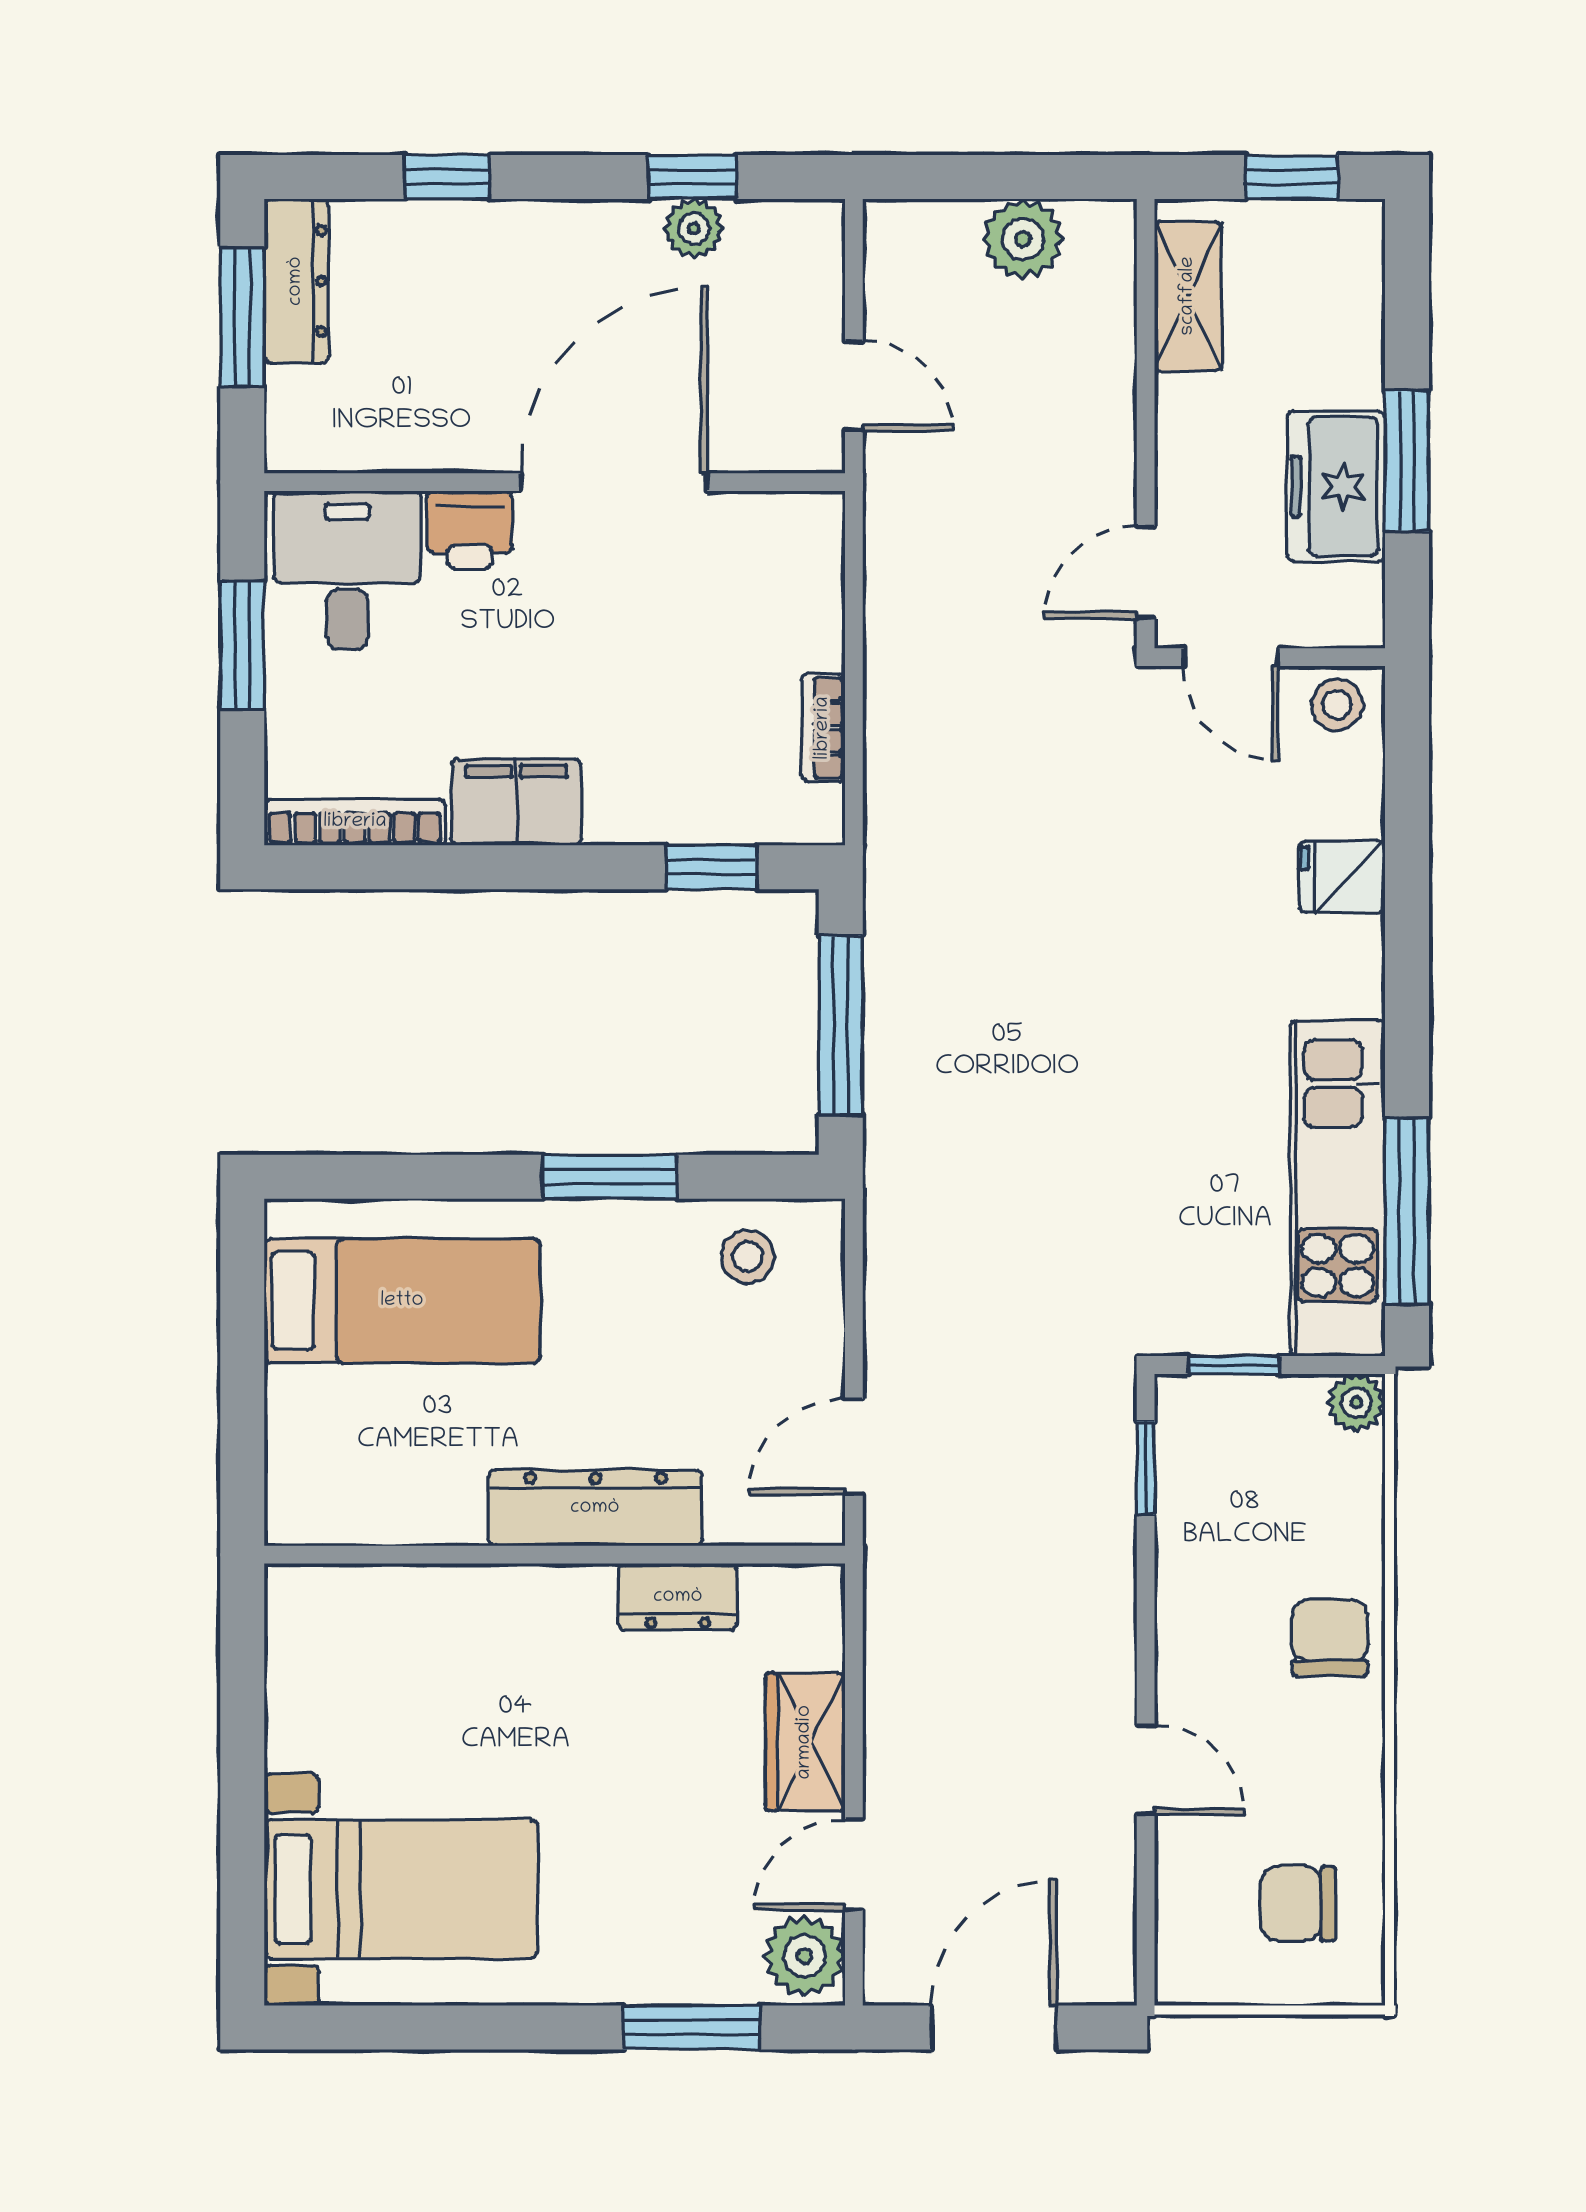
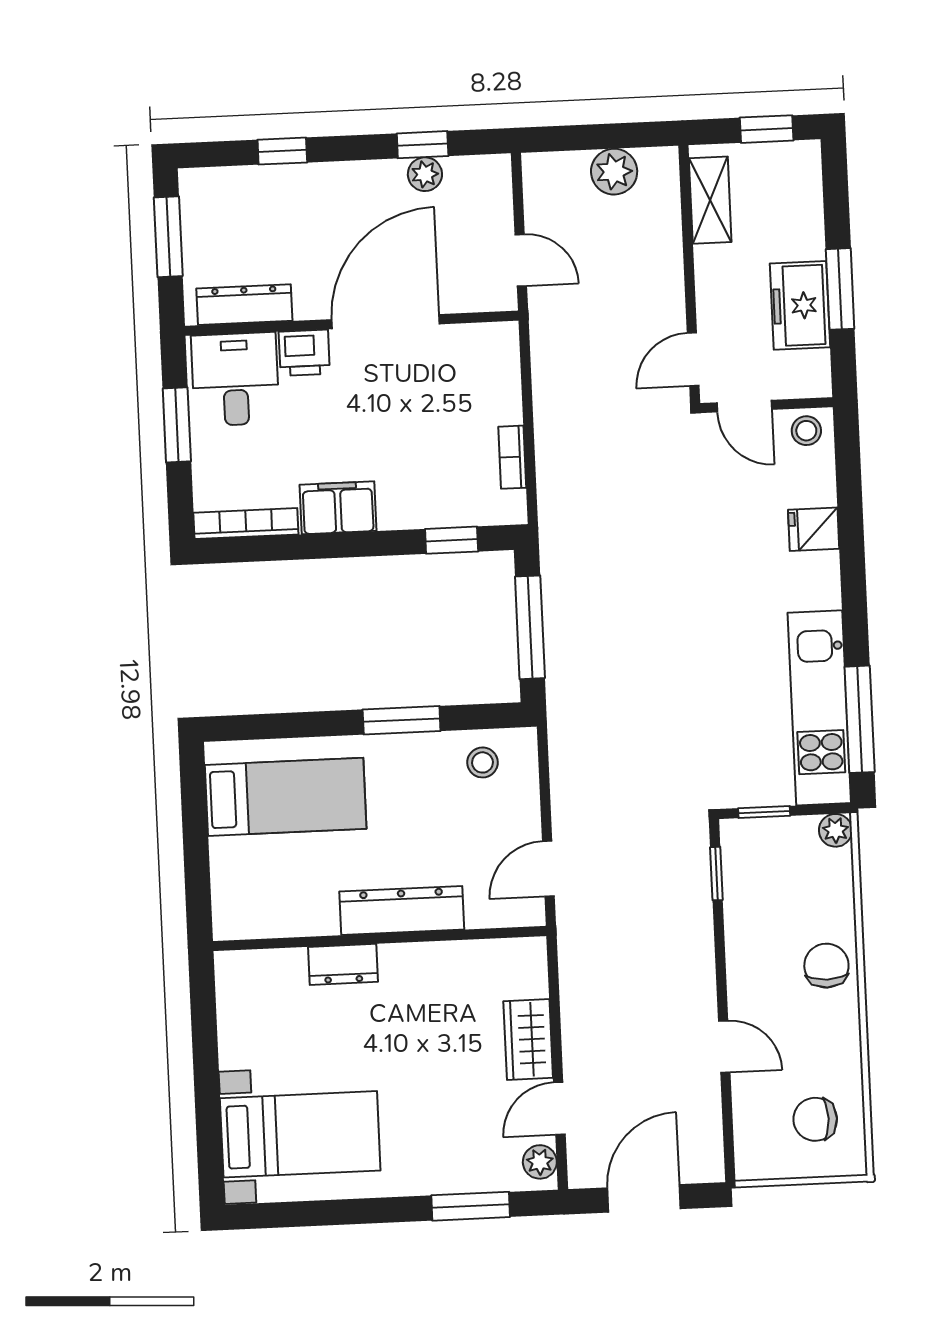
dresser: (296, 281) -> (244, 305), moved, turned -90
dresser: (678, 1597) -> (343, 964), moved
plant: (805, 1956) -> (540, 1162), width x0.73, depth x0.73

